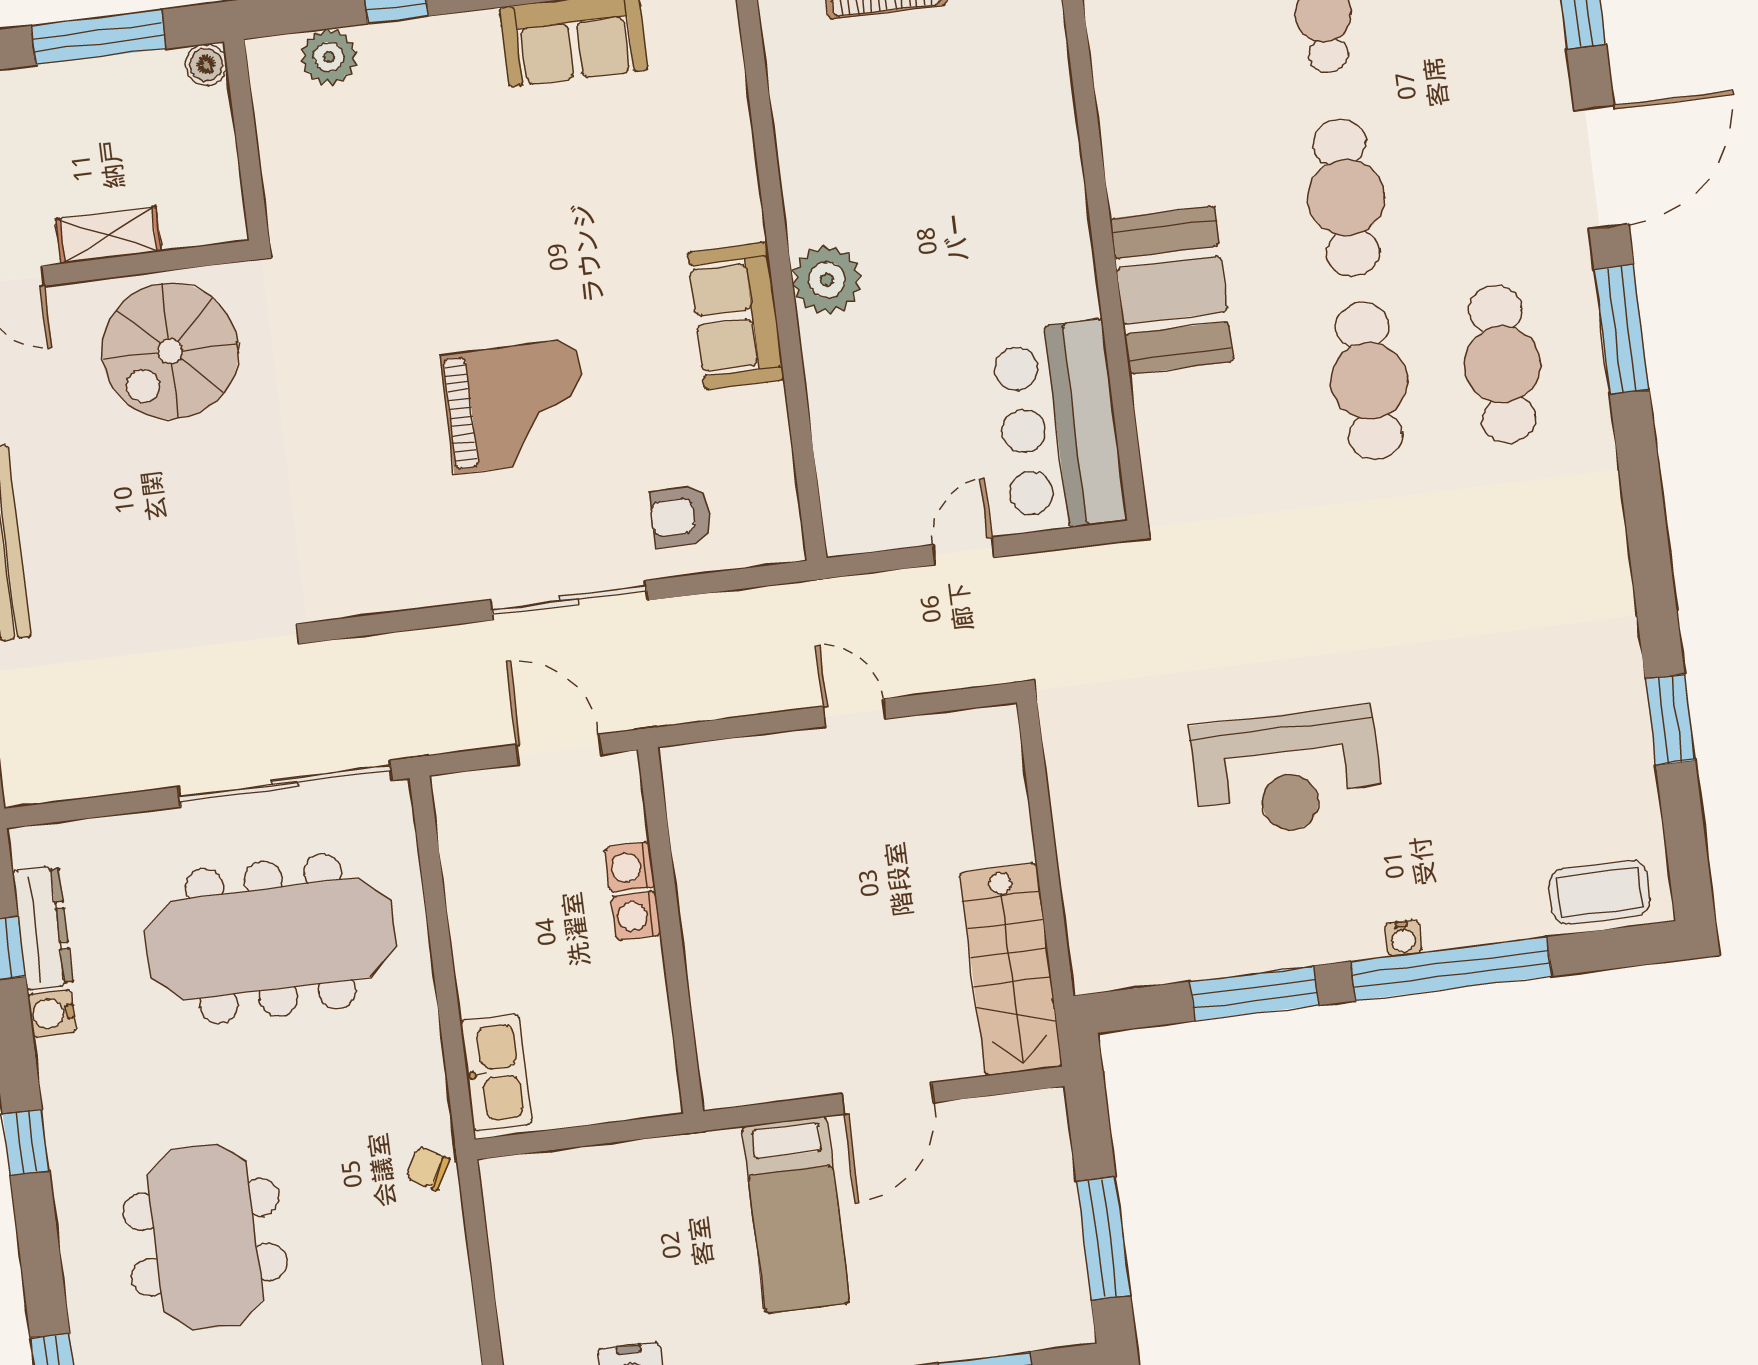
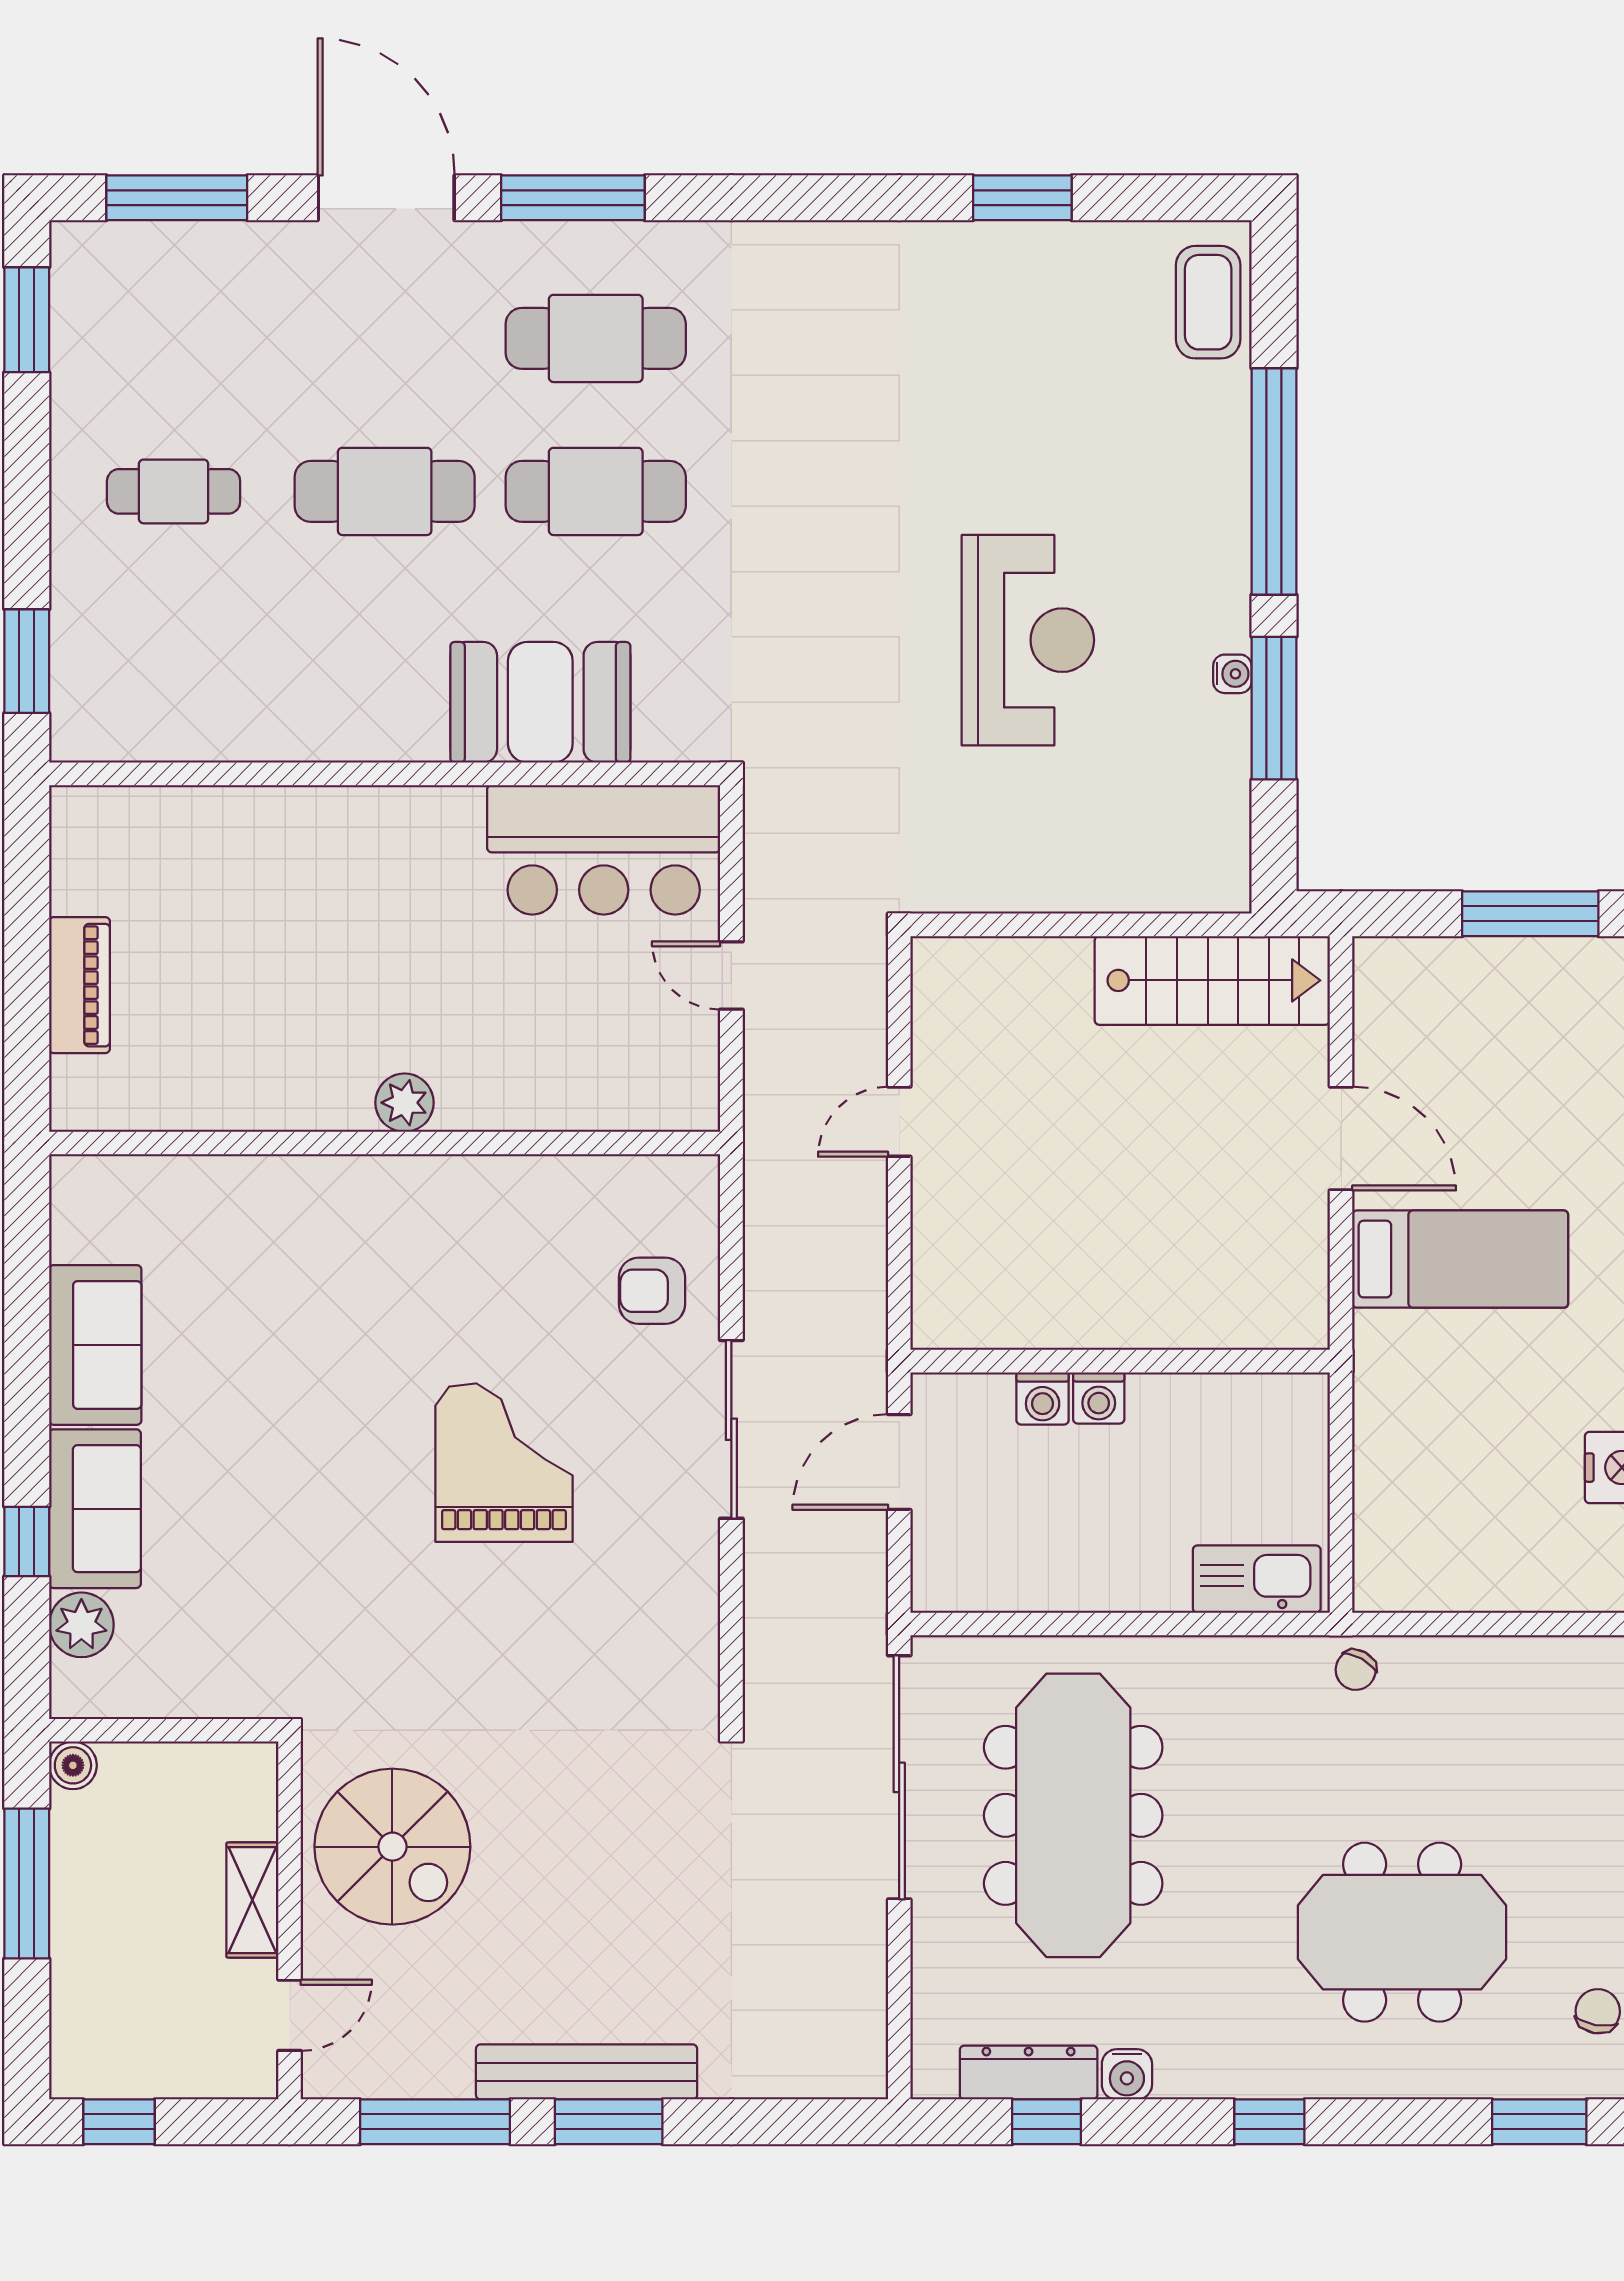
plant: (827, 280) -> (405, 1103), width x0.73, depth x0.73
booth: (1172, 290) -> (540, 702), moved
sofa: (736, 316) -> (95, 1509), moved, turned -90
armchair: (681, 516) -> (652, 1291), turned 90
water cooler: (1403, 938) -> (1232, 674), moved

